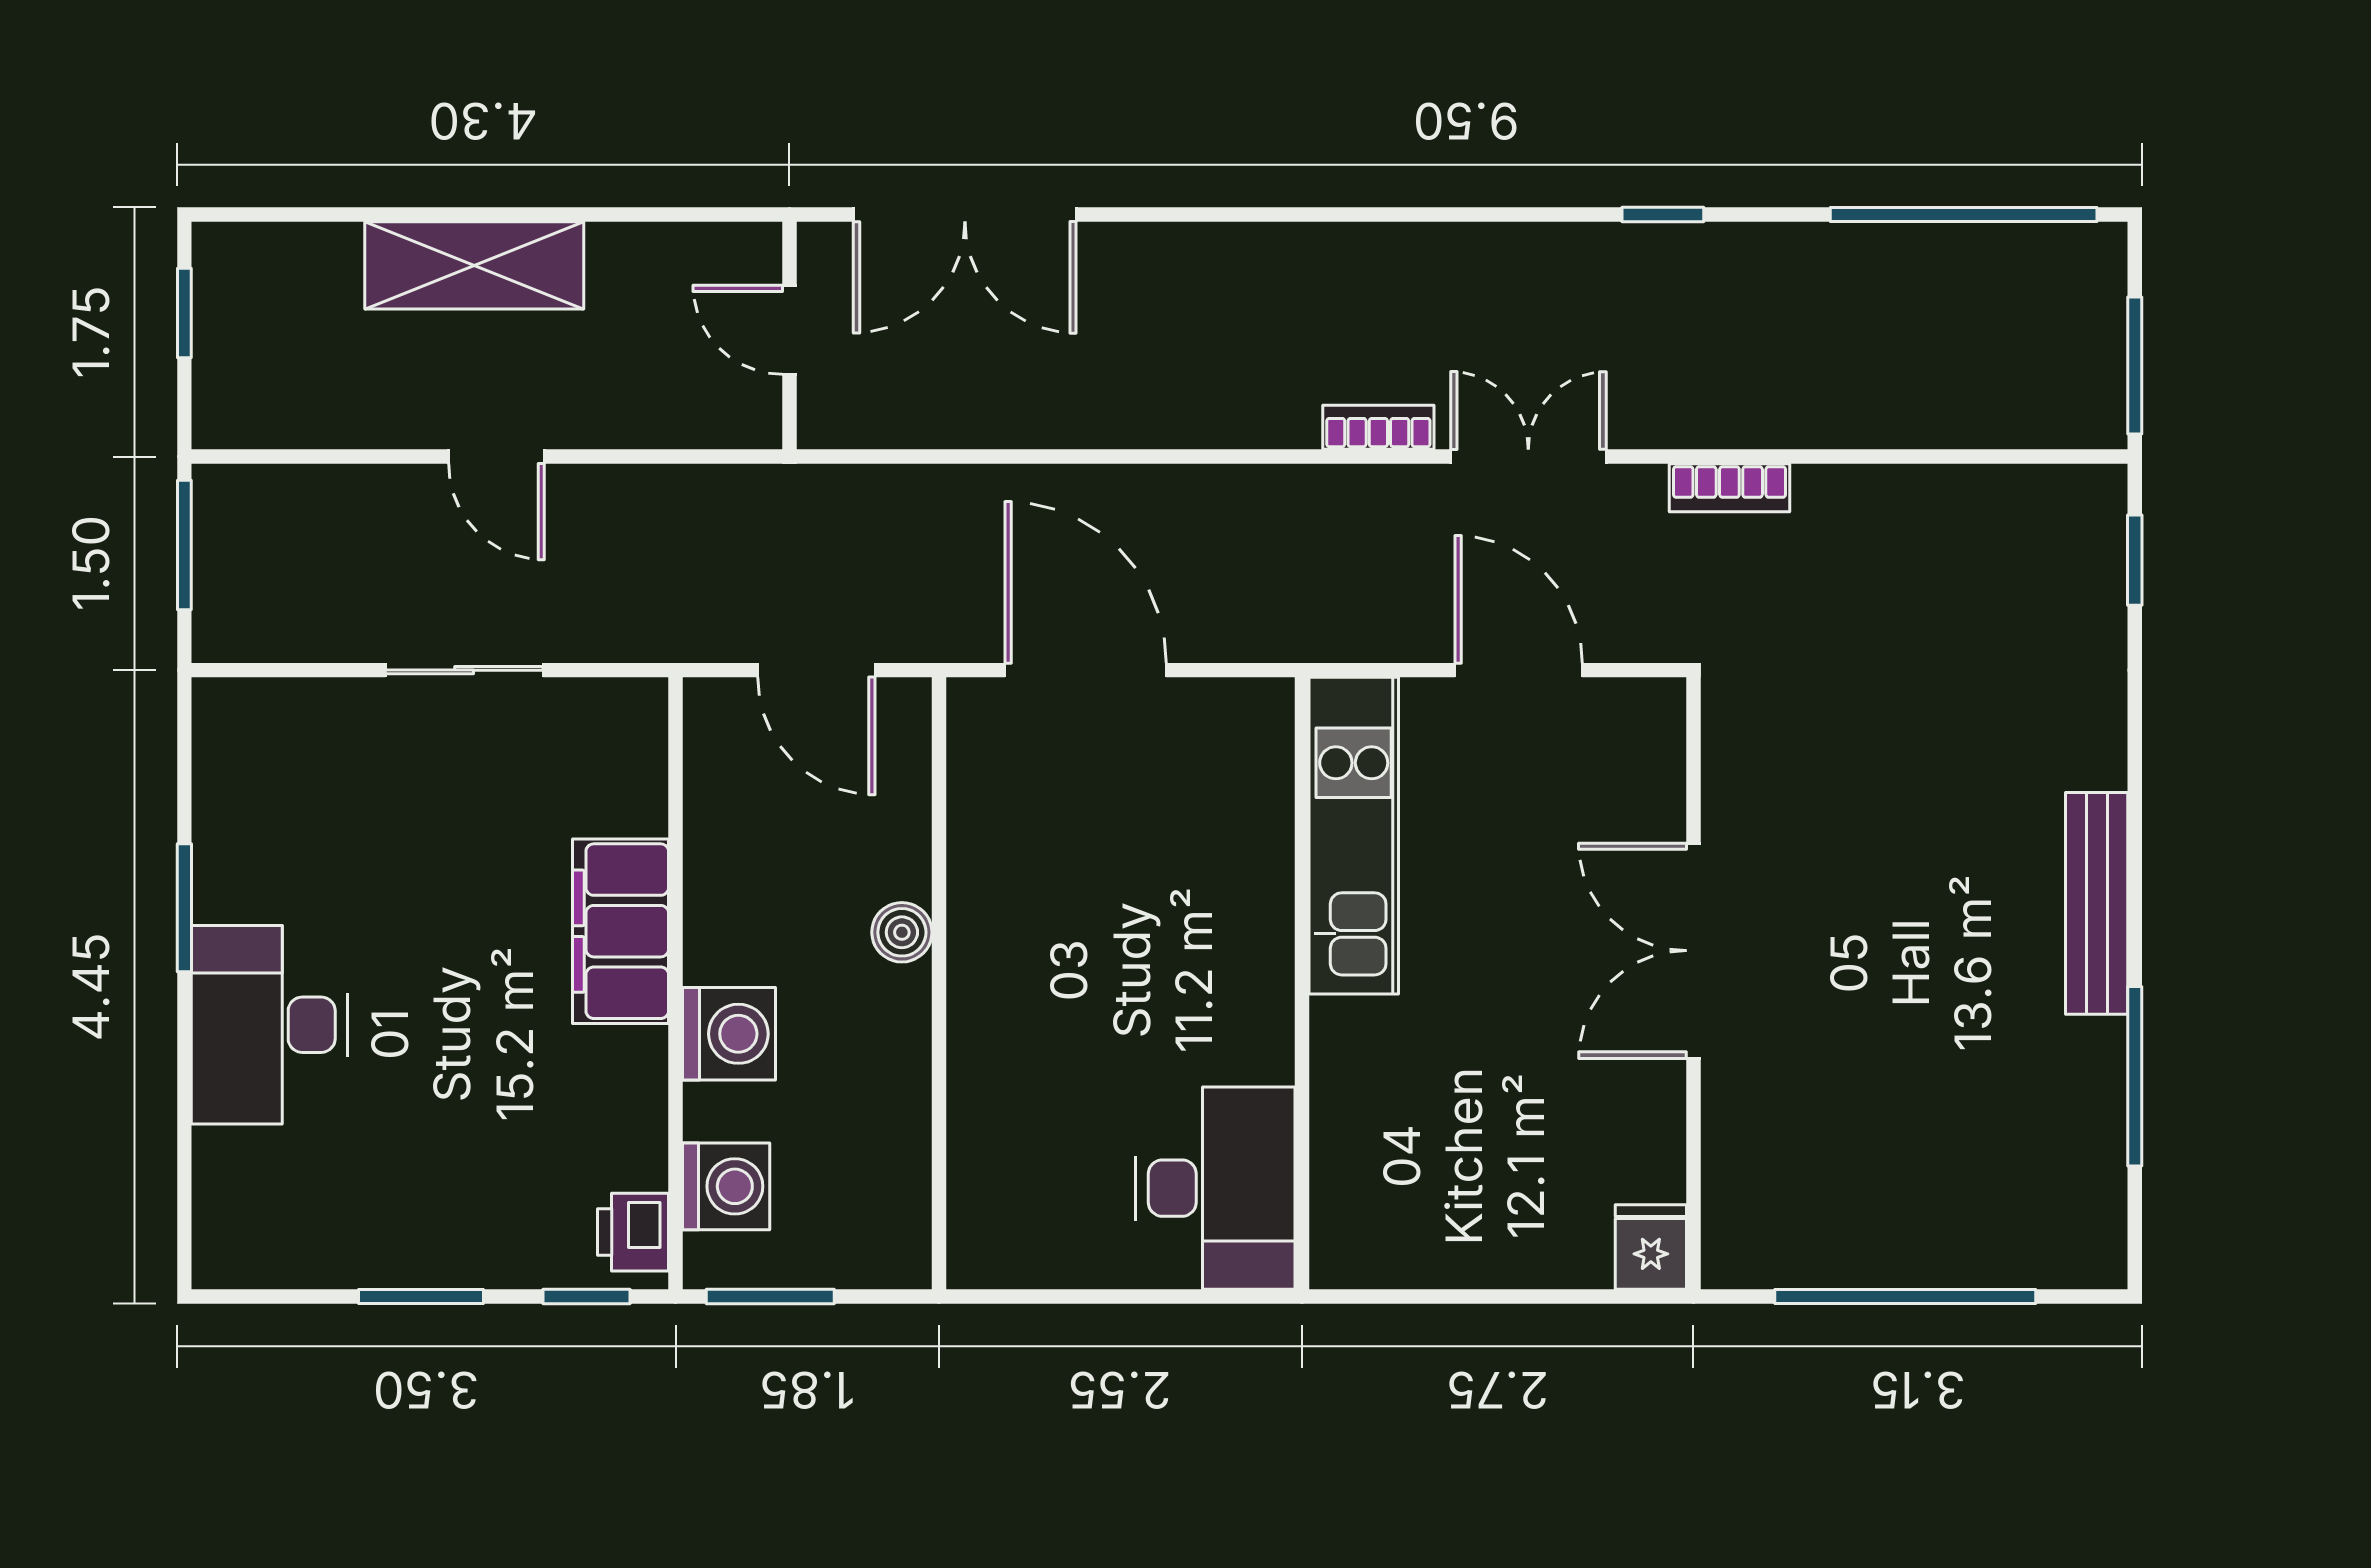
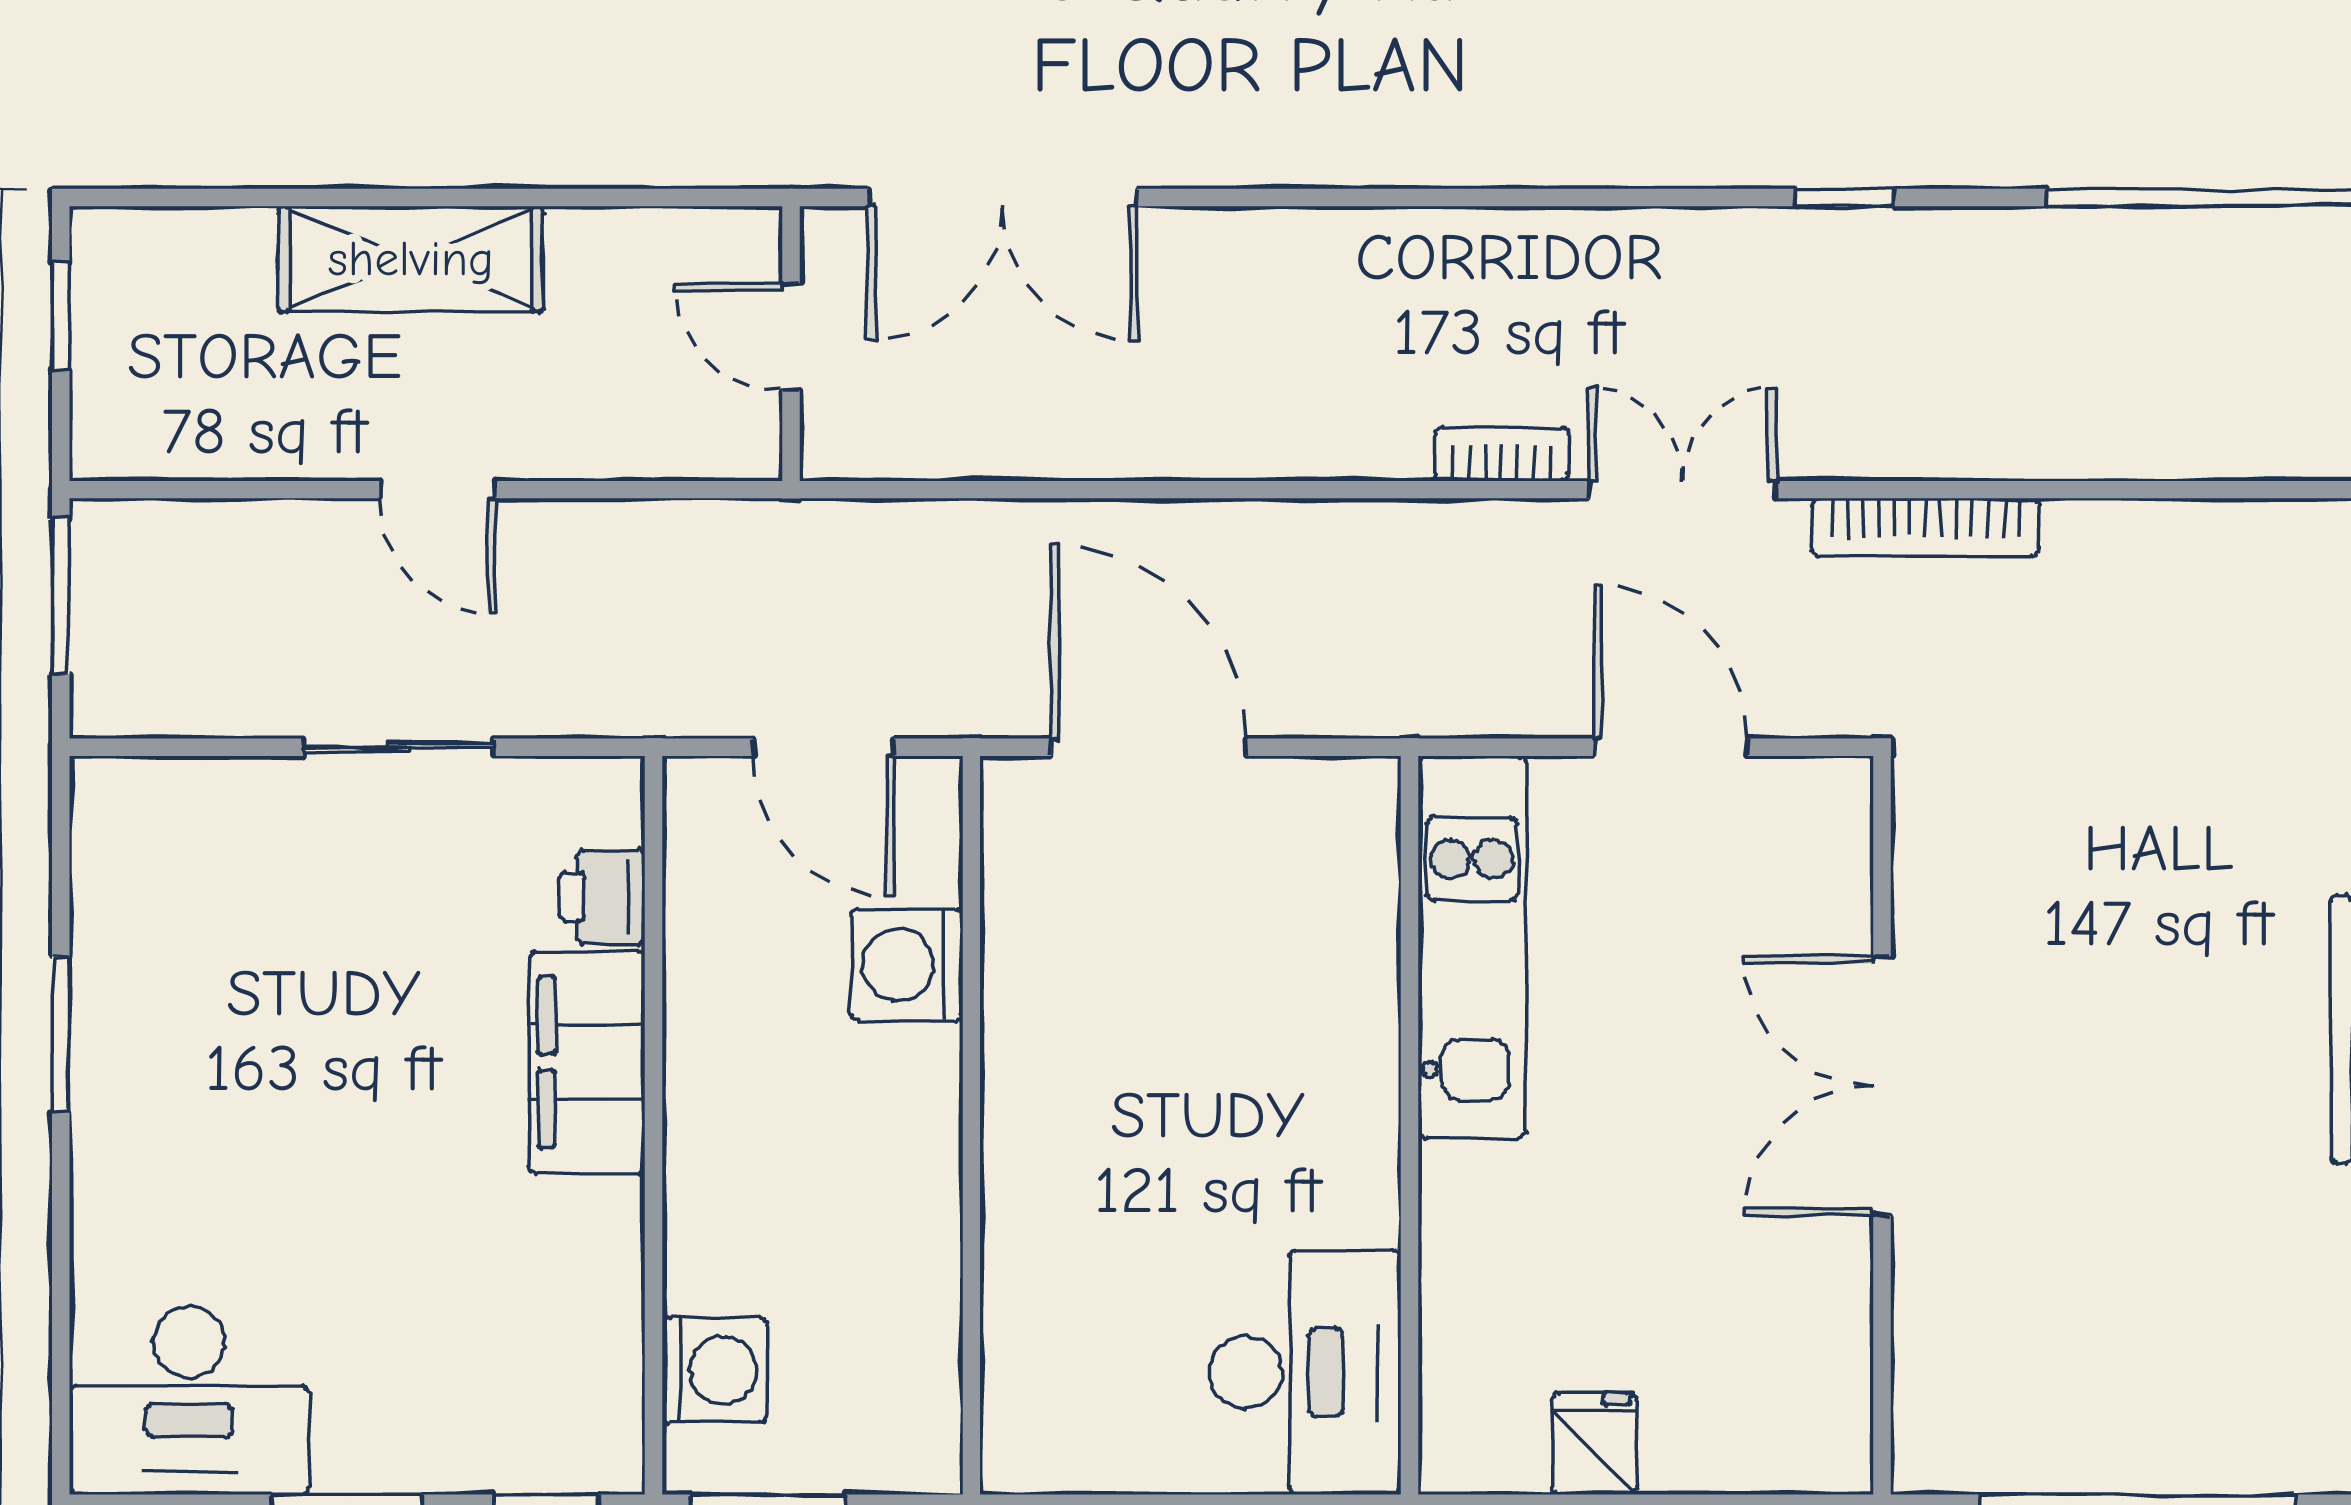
bookcase: (1729, 488) -> (1925, 527), width x1.56
boiler: (902, 932) -> (927, 1064), removed
desk: (270, 1025) -> (189, 1400), moved, turned -90
washing machine: (729, 1034) -> (907, 965), moved, turned 180
printer: (633, 1232) -> (602, 897), moved
fridge: (1651, 1247) -> (1595, 1444), moved

